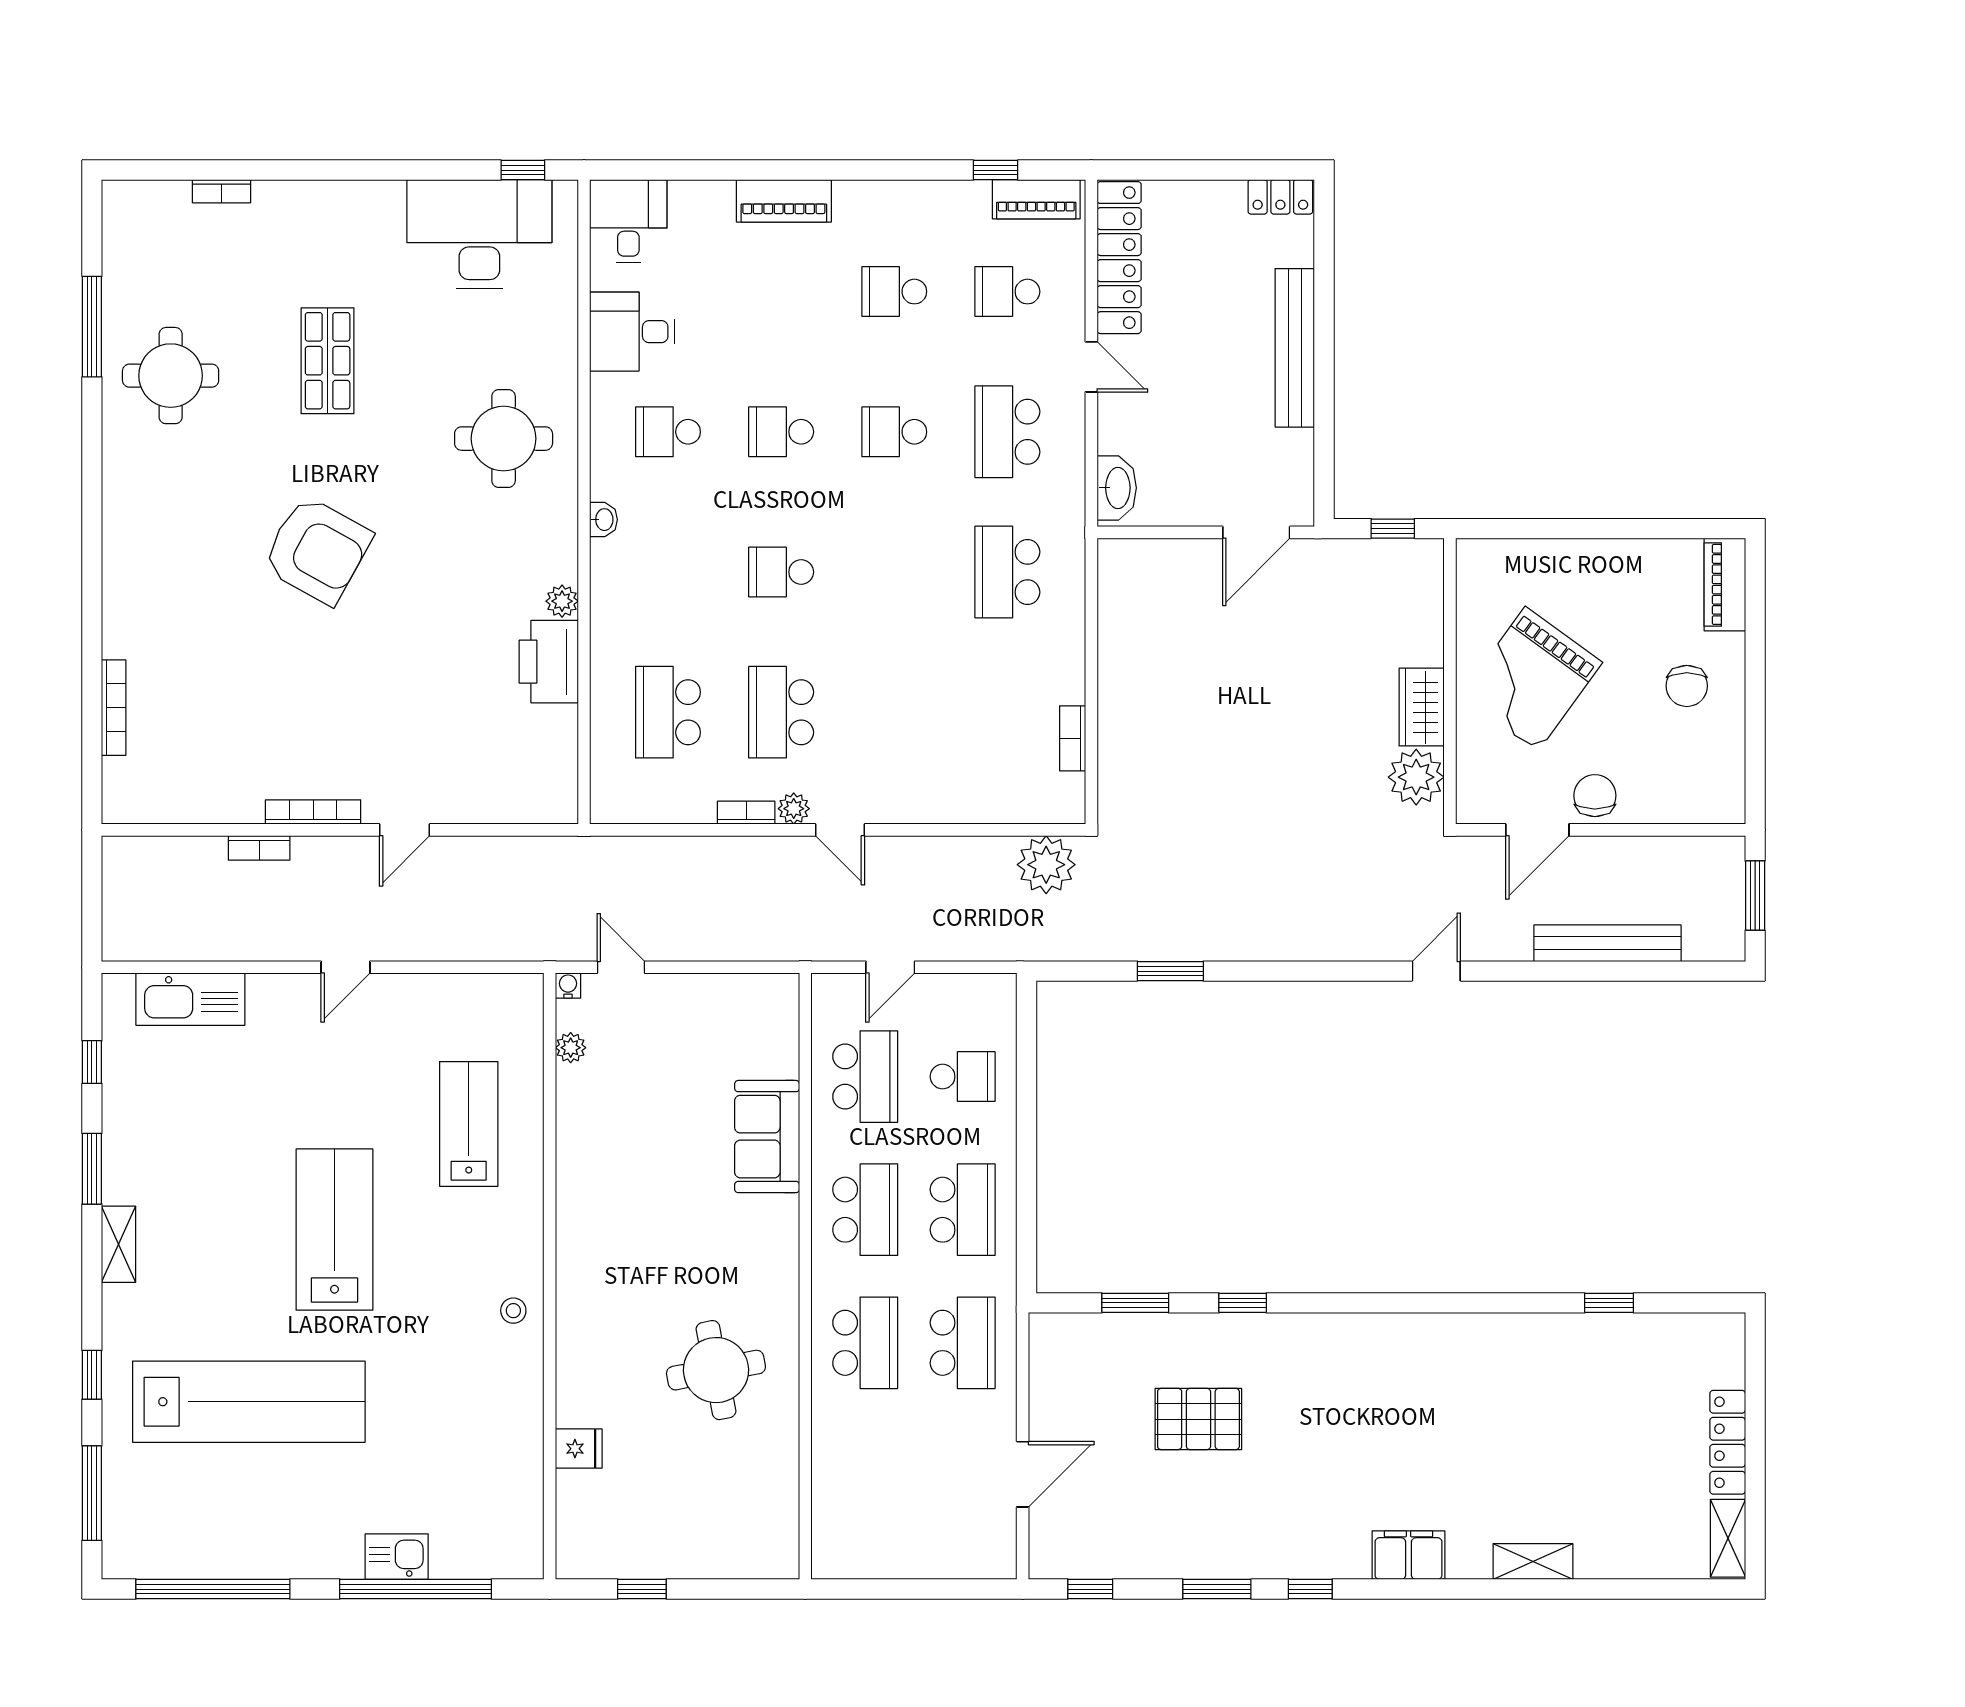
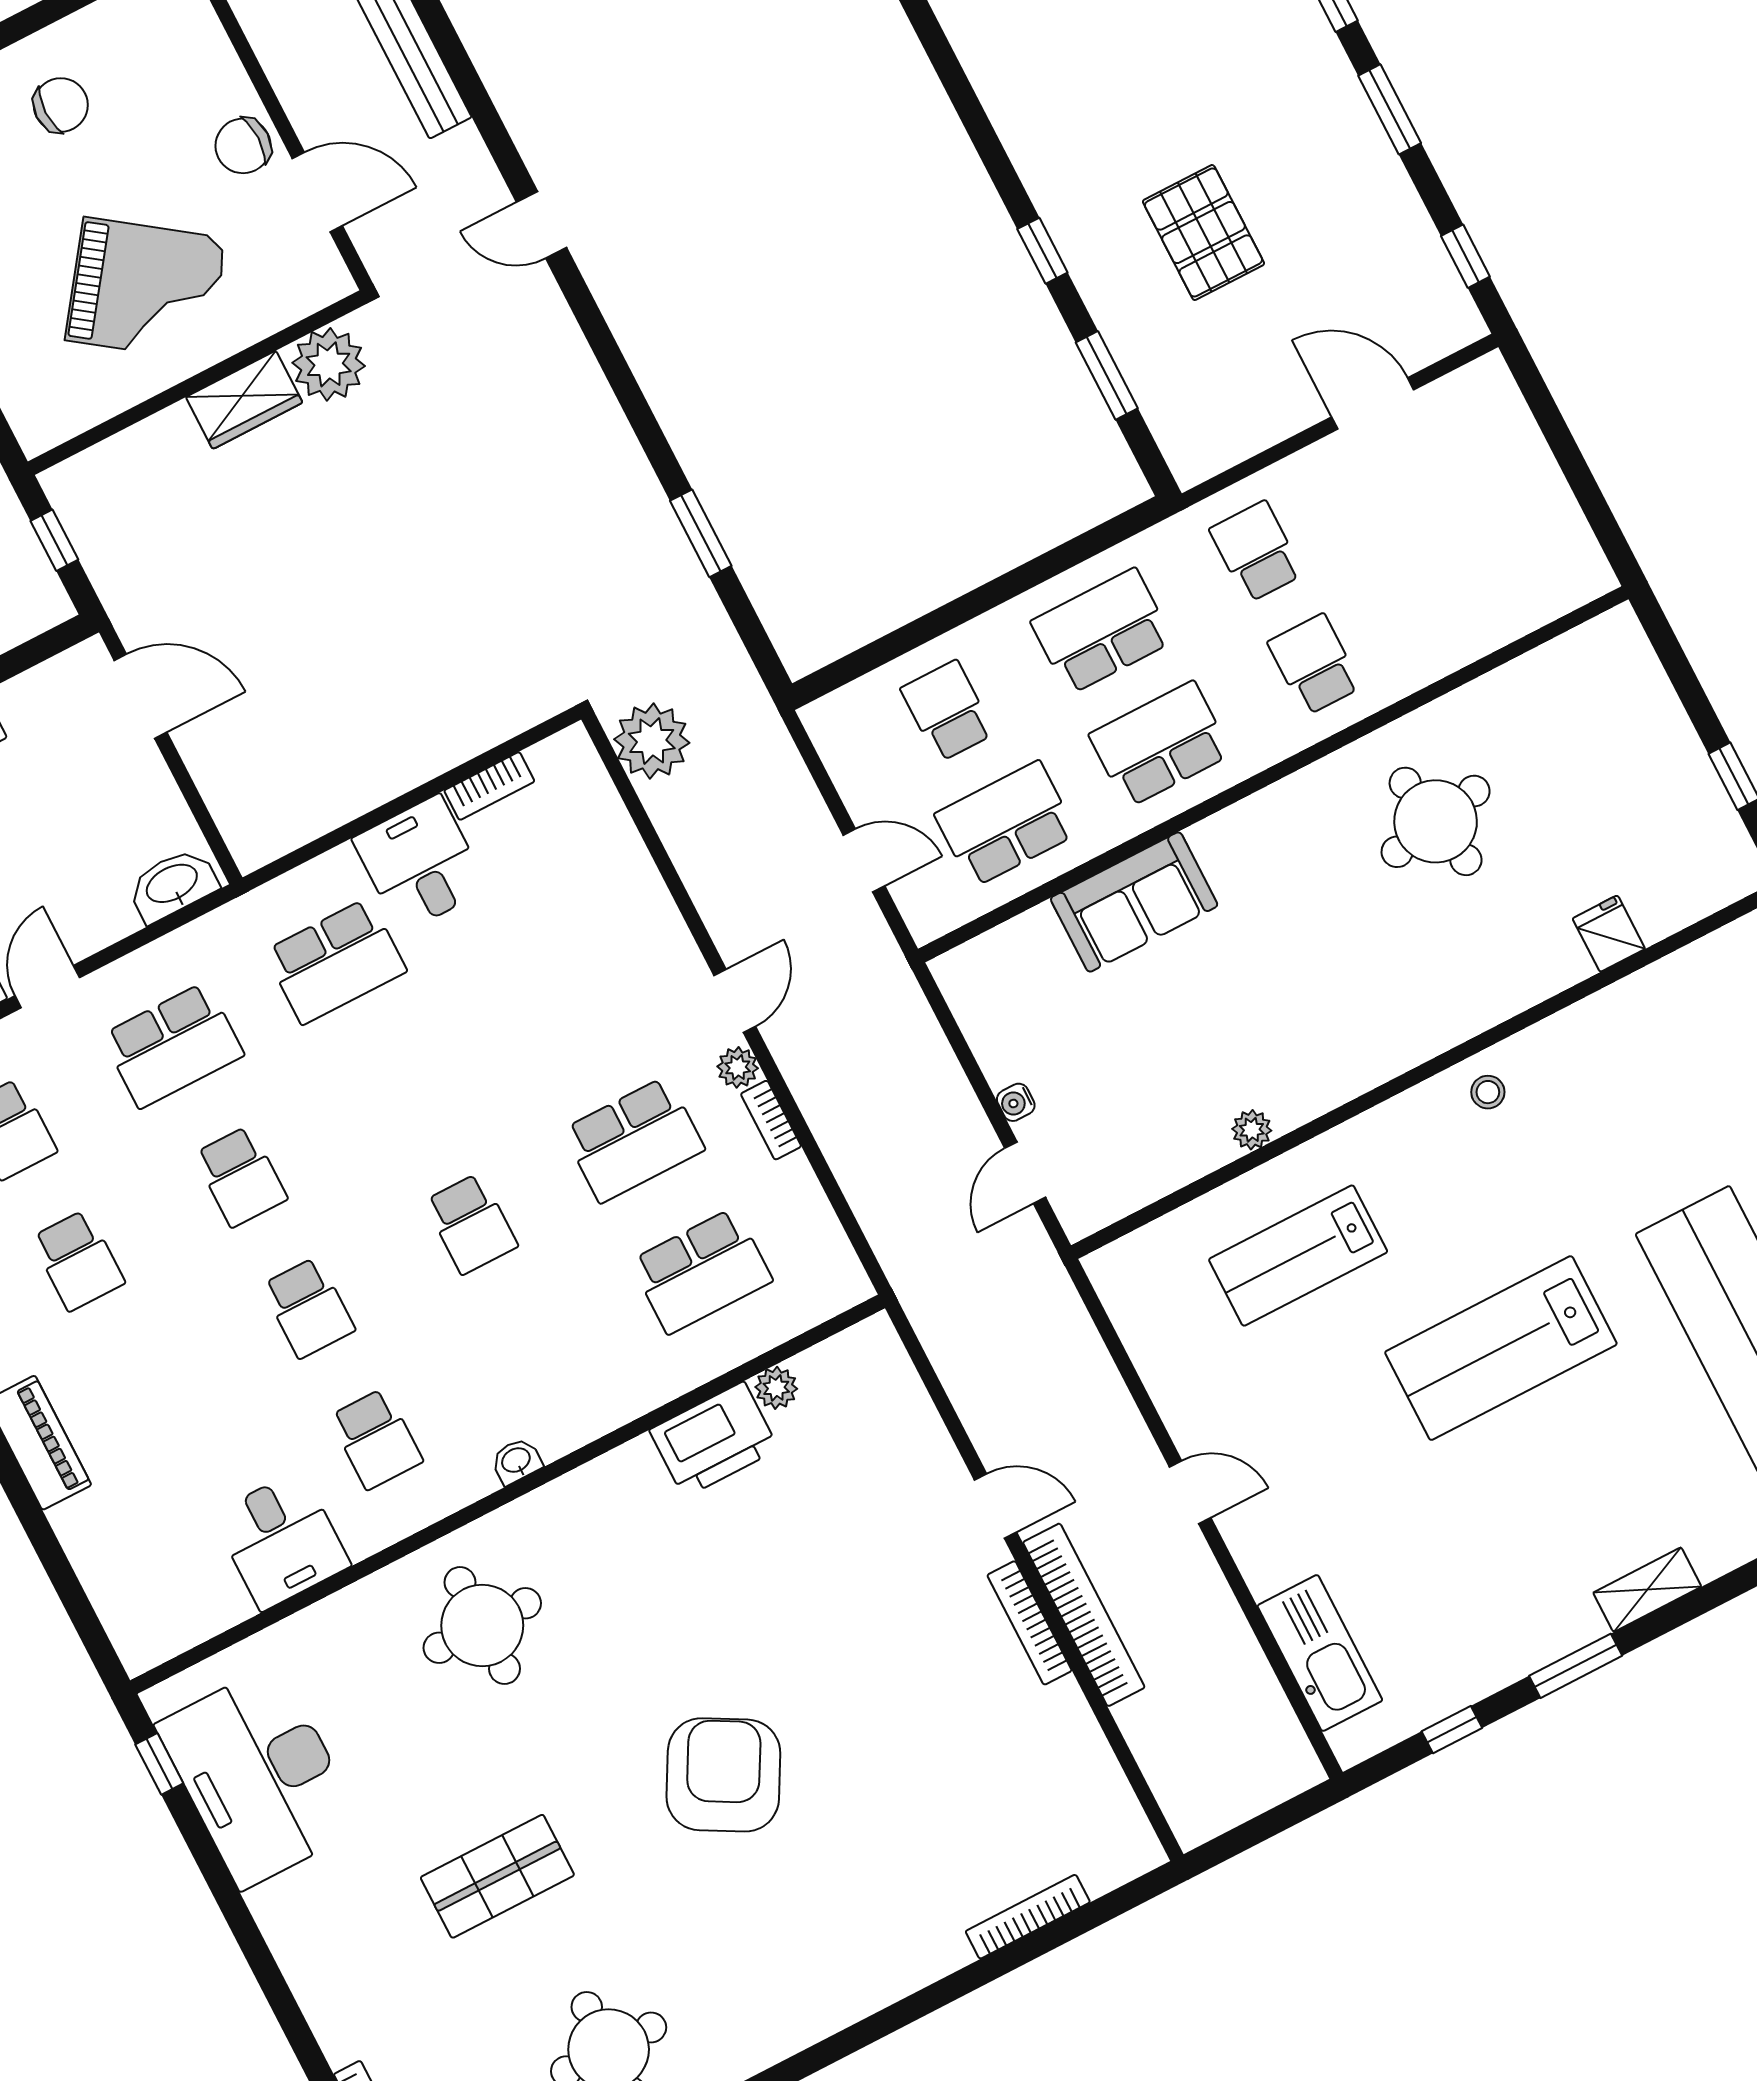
desk: (628, 221) -> (420, 864), moved, turned 90
plant: (562, 601) -> (776, 1388), moved
bookcase: (259, 848) -> (1084, 1615), width x2.31, depth x1.31
water cooler: (568, 986) -> (1016, 1102), moved
plant: (571, 1048) -> (1252, 1130), moved
school desk: (865, 1343) -> (1315, 665), width x0.54
school desk: (963, 1343) -> (1256, 552), width x0.54

